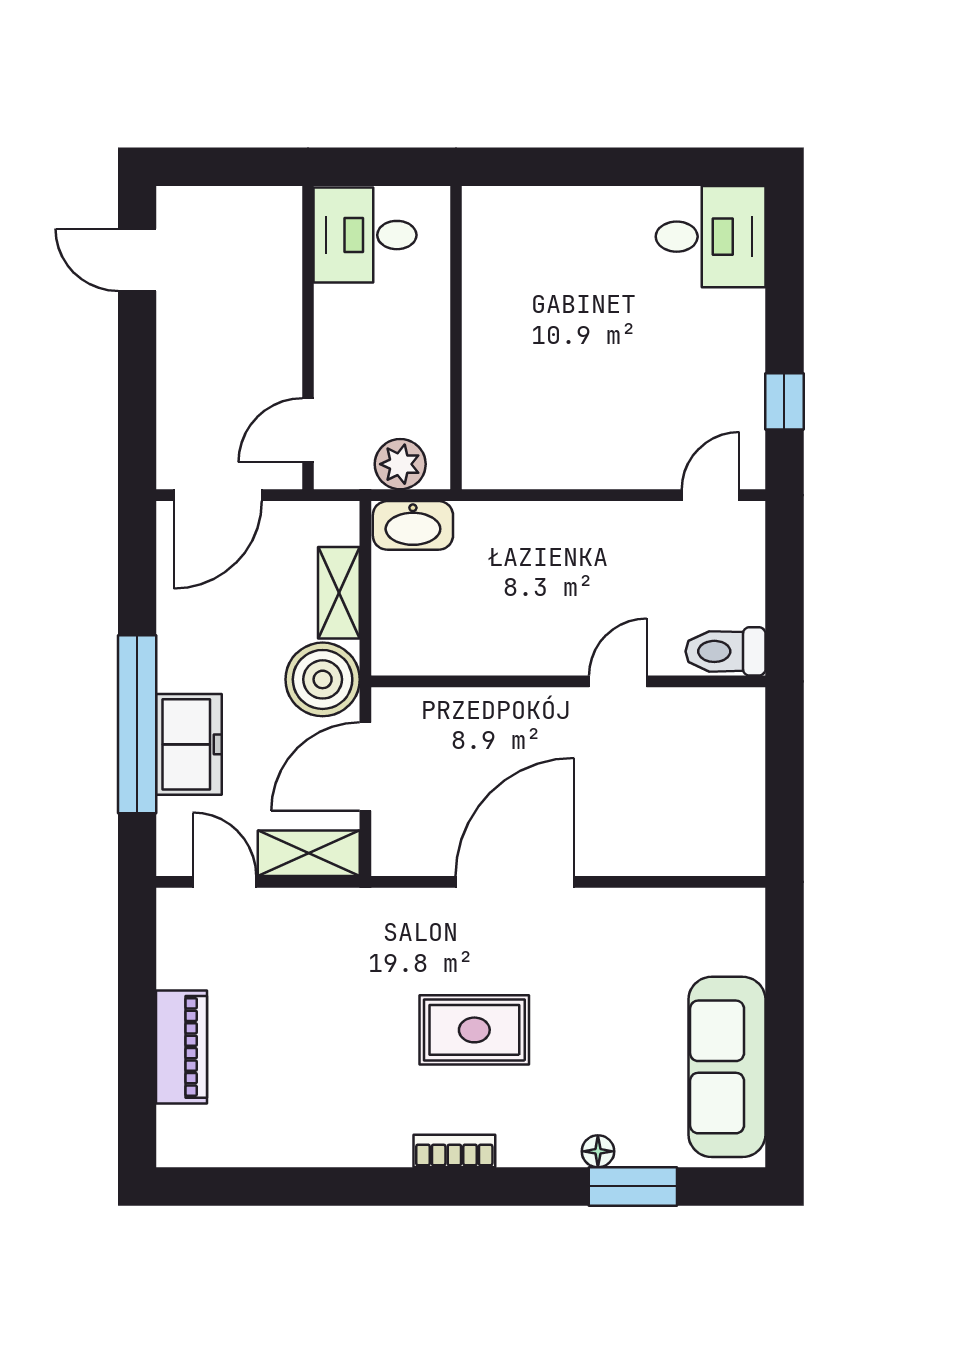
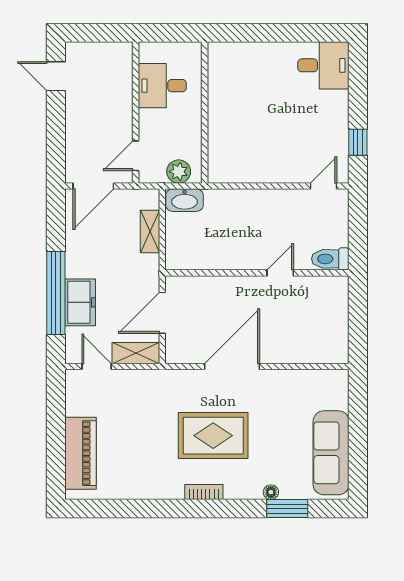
desk: (365, 235) -> (162, 86), moved
boiler: (323, 679) -> (142, 272), removed
rug: (474, 1030) -> (213, 436), width x1.36, depth x1.43
piano: (182, 1047) -> (80, 453), width x1.37, depth x1.33

